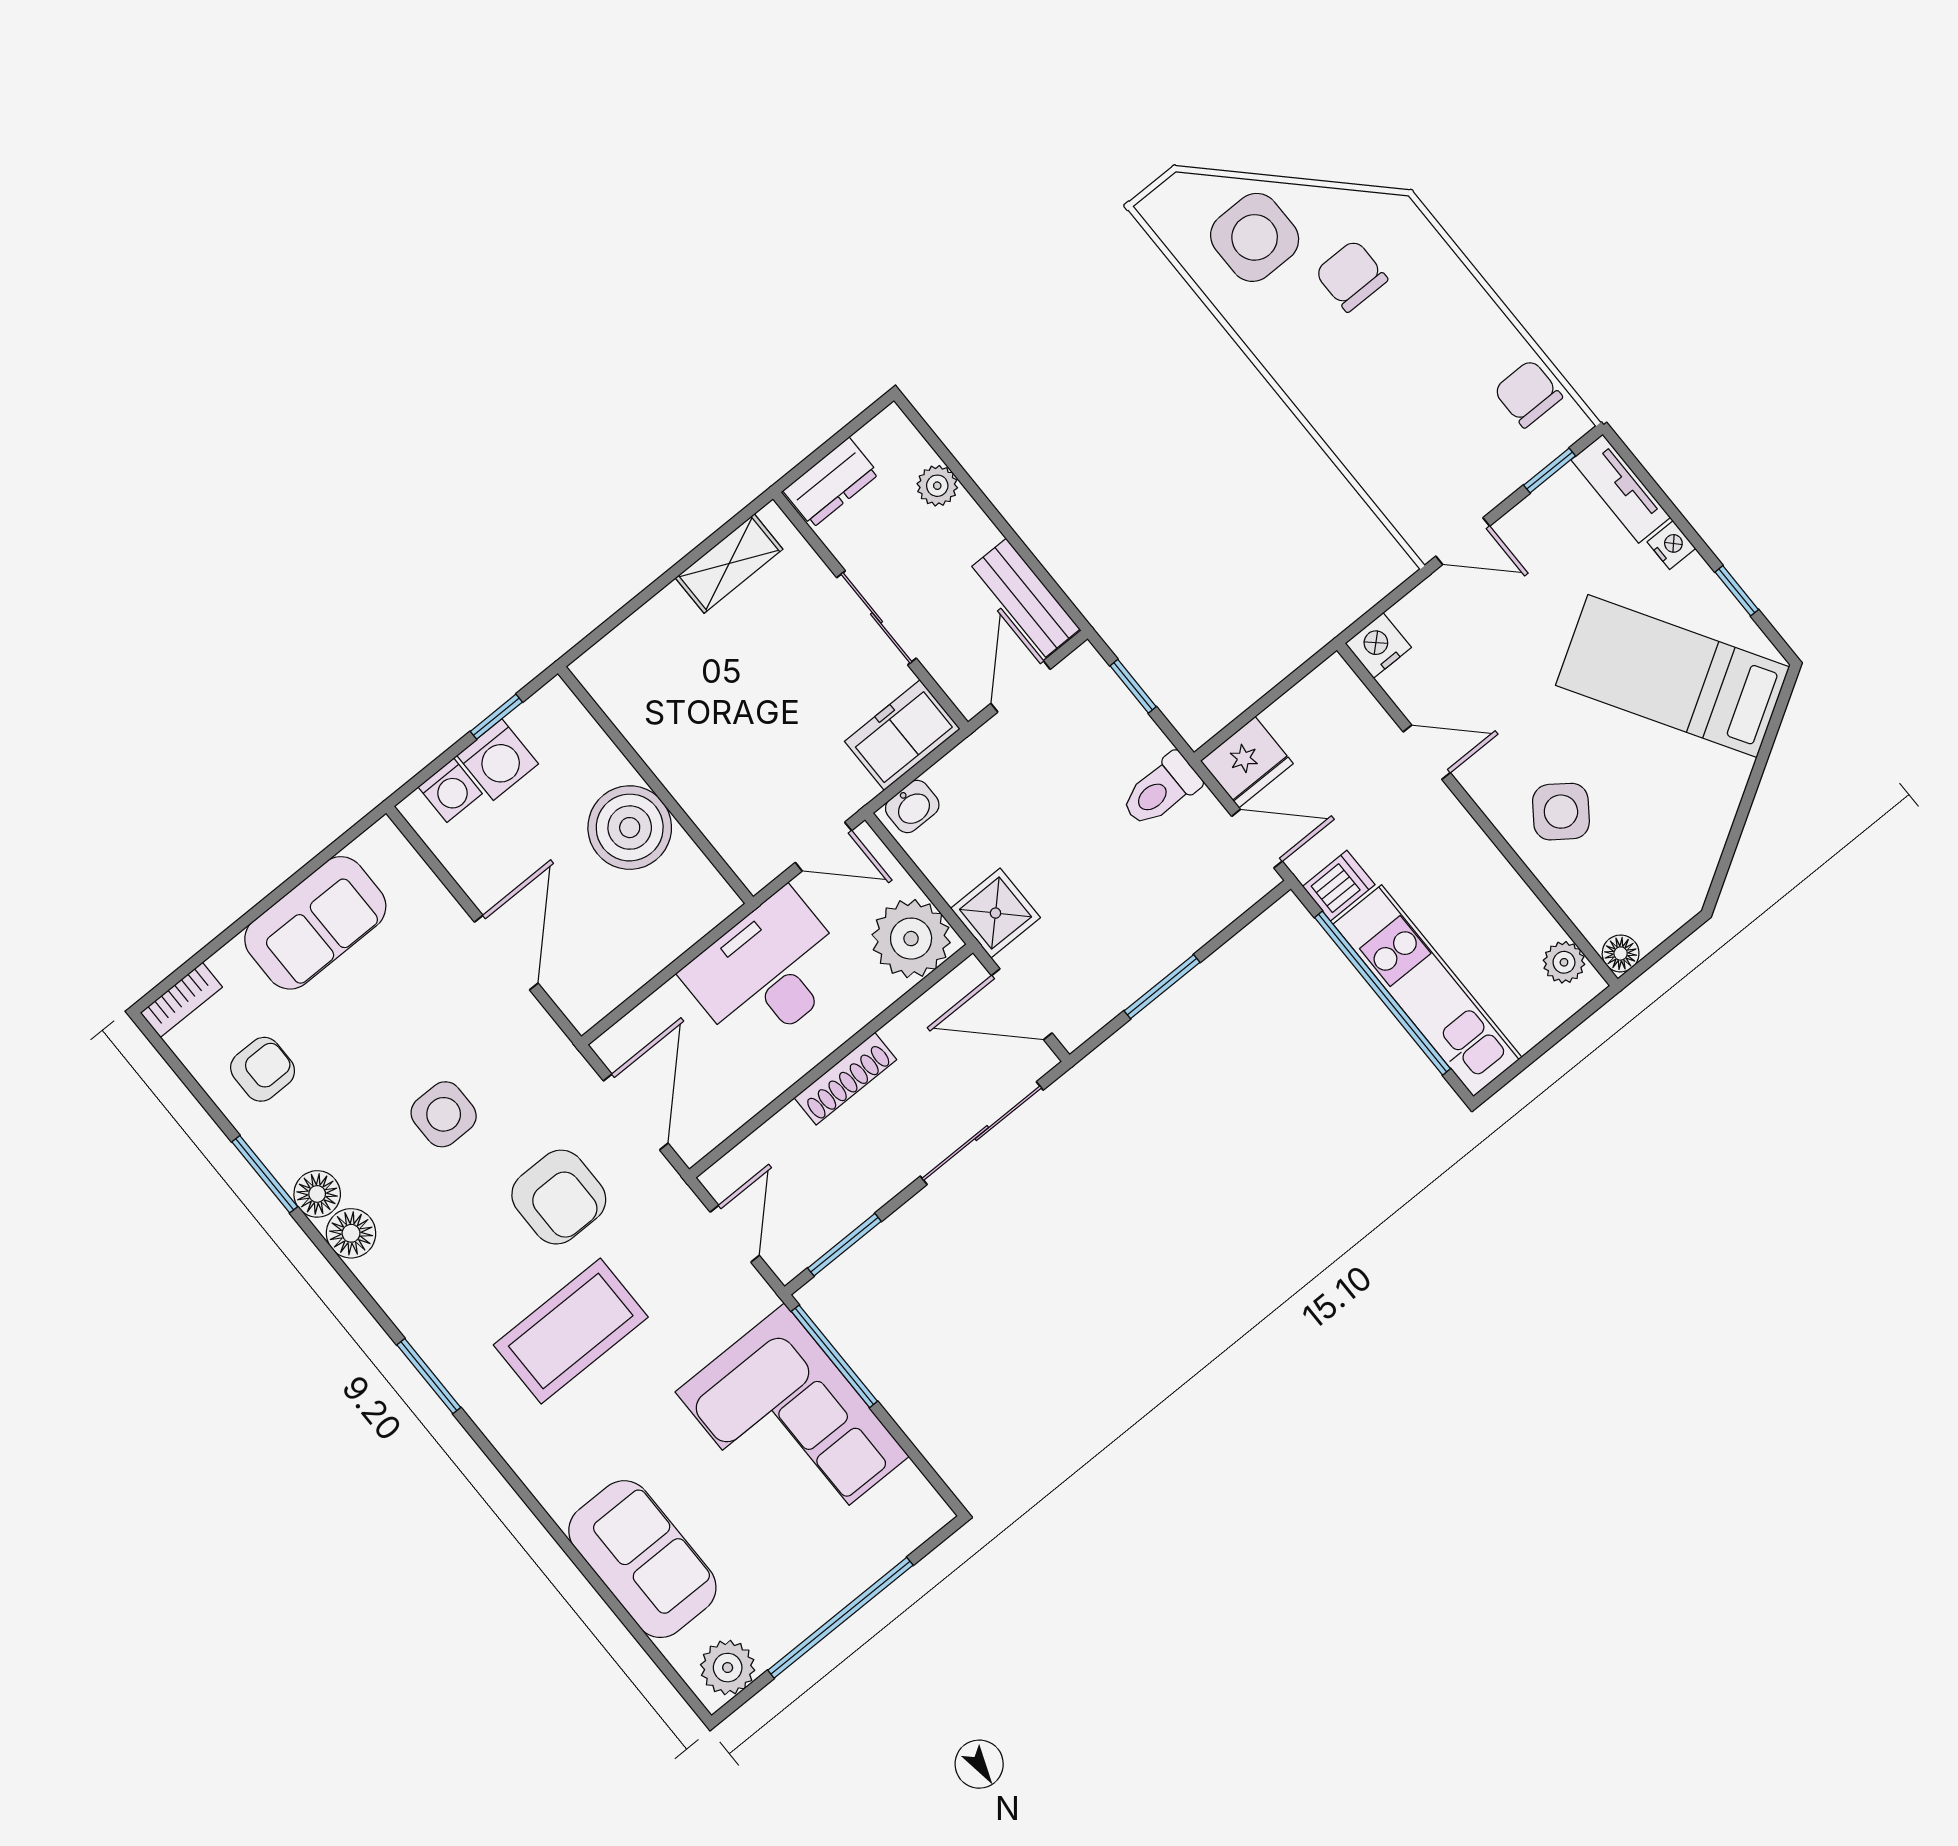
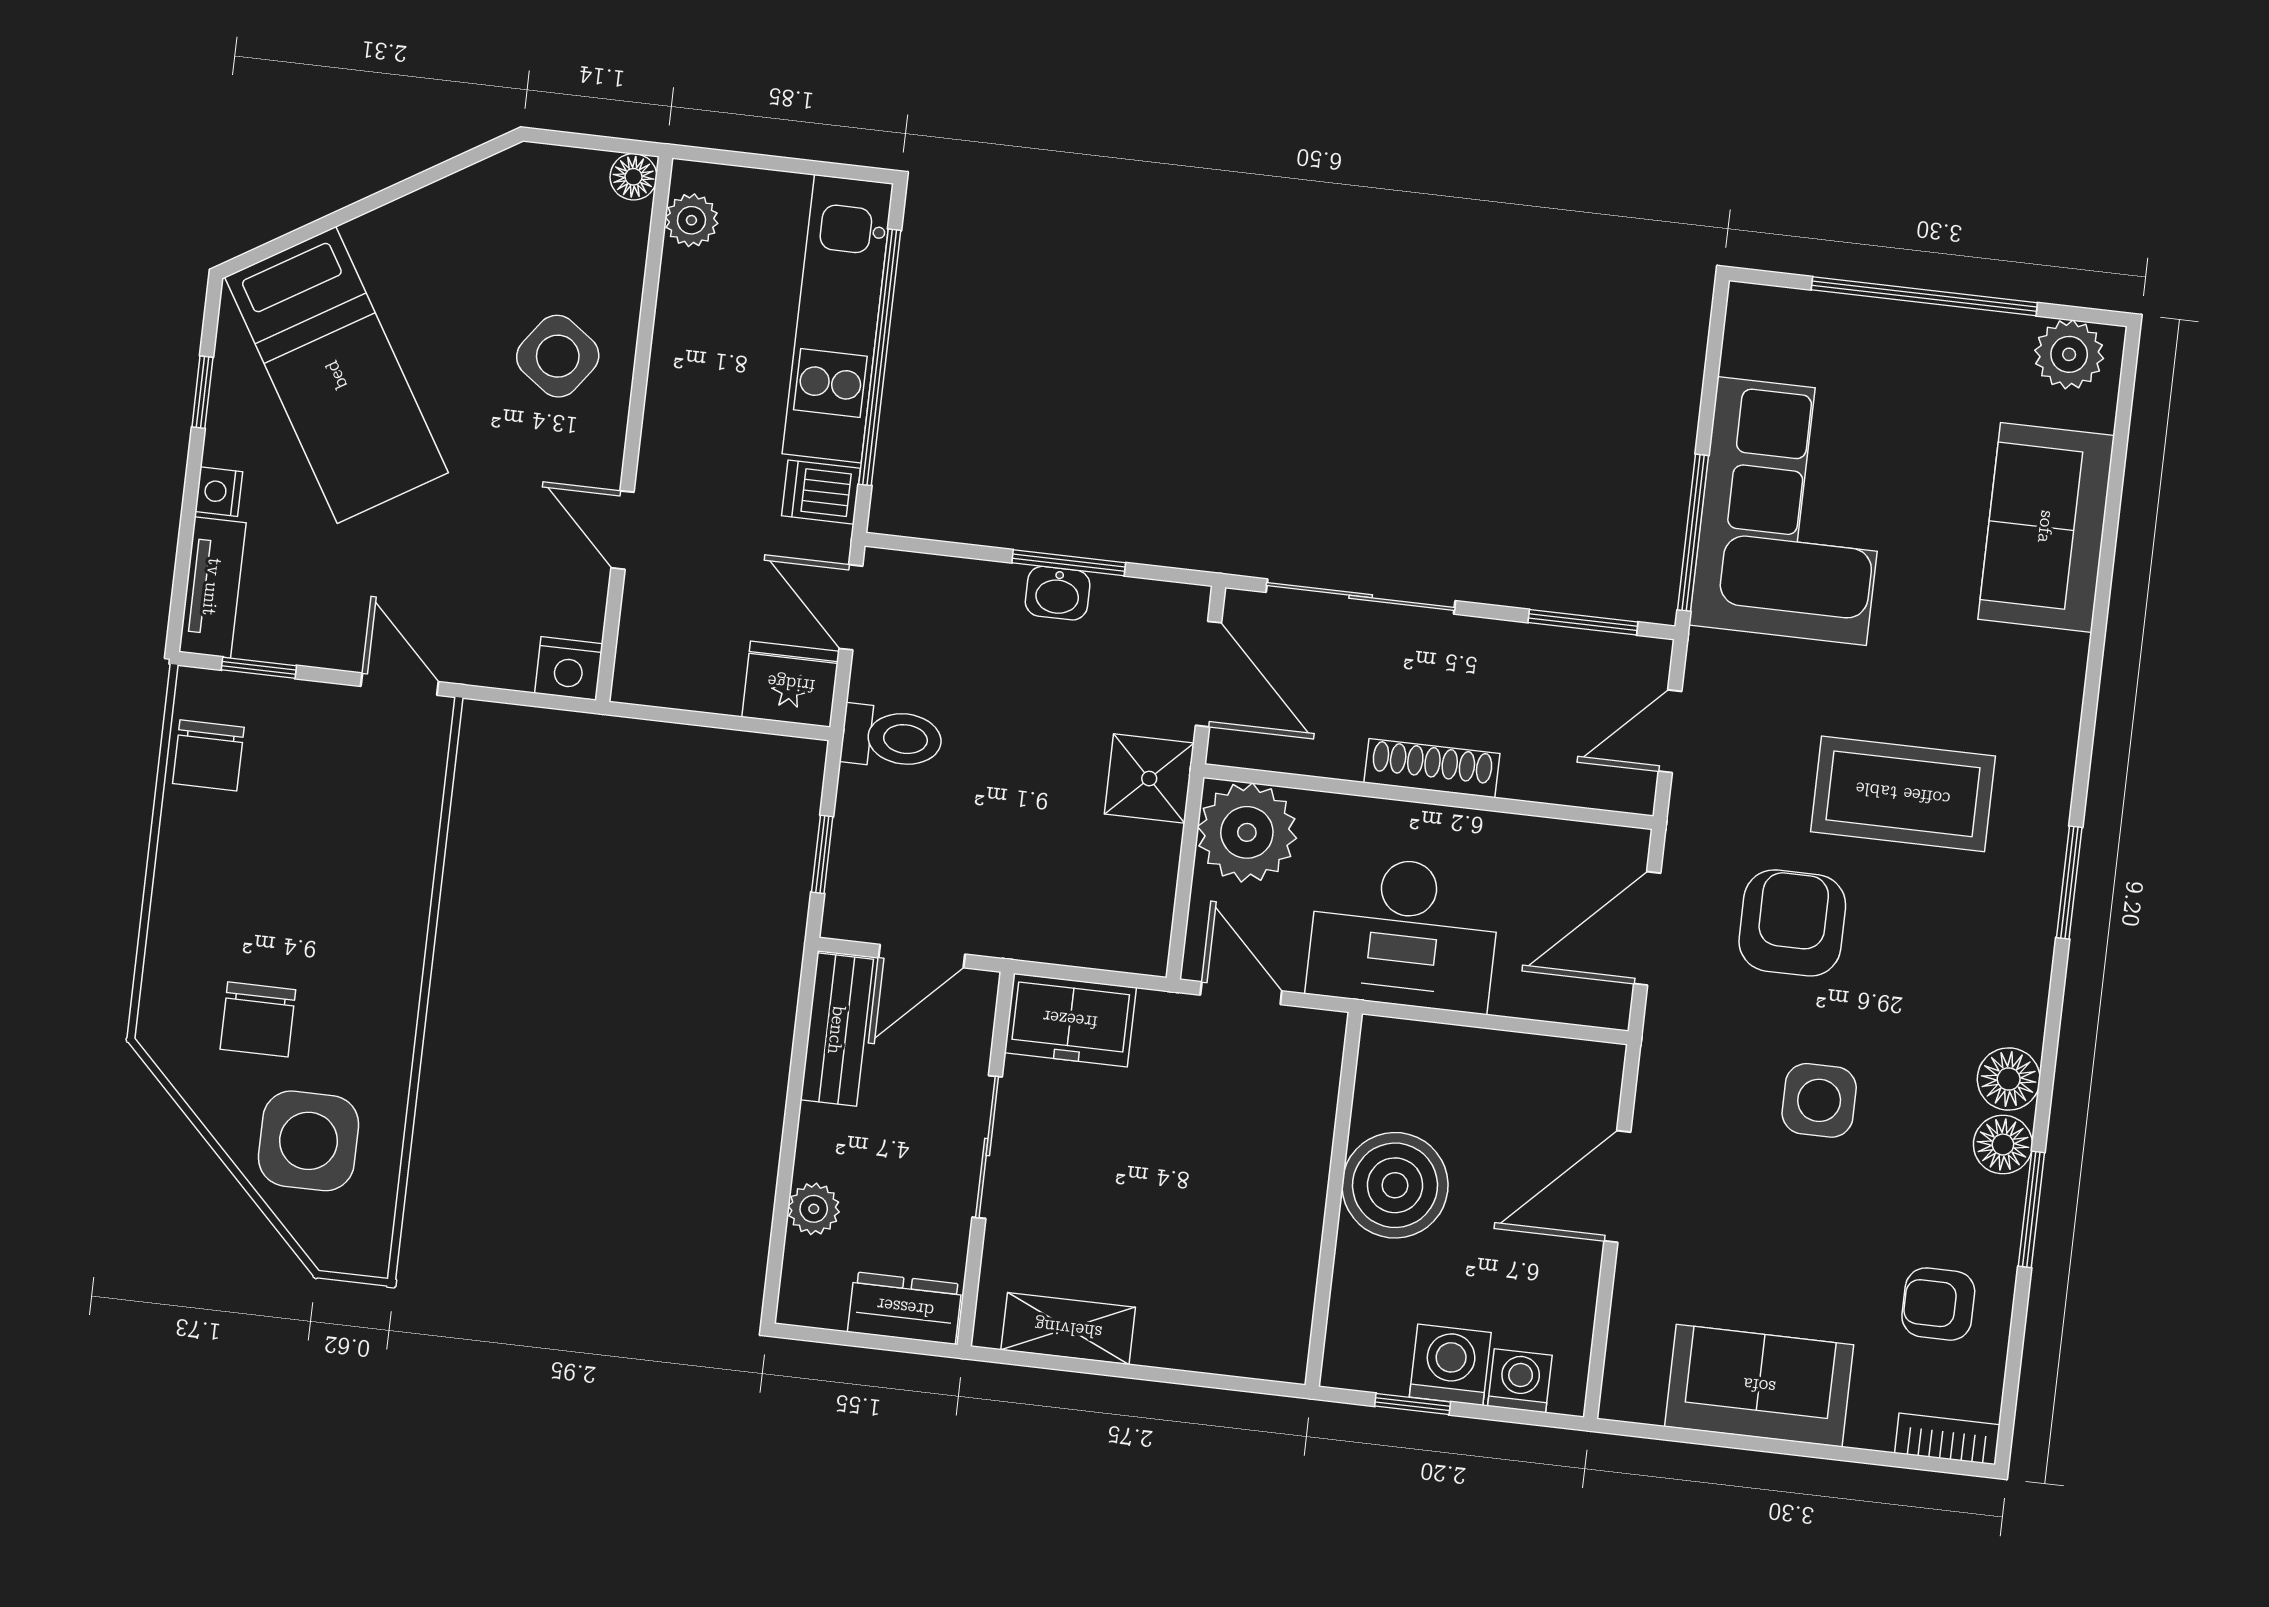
washbasin: (912, 807) -> (1058, 593), moved, turned 180

